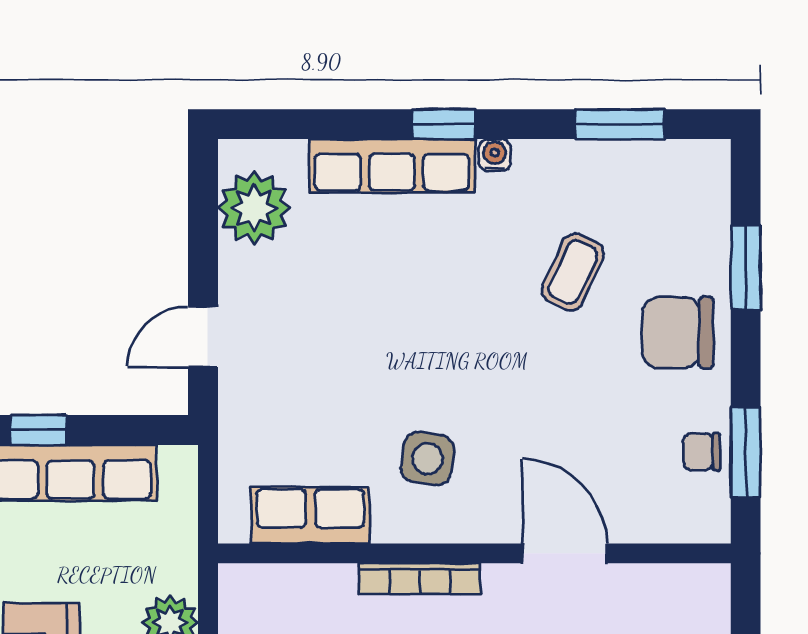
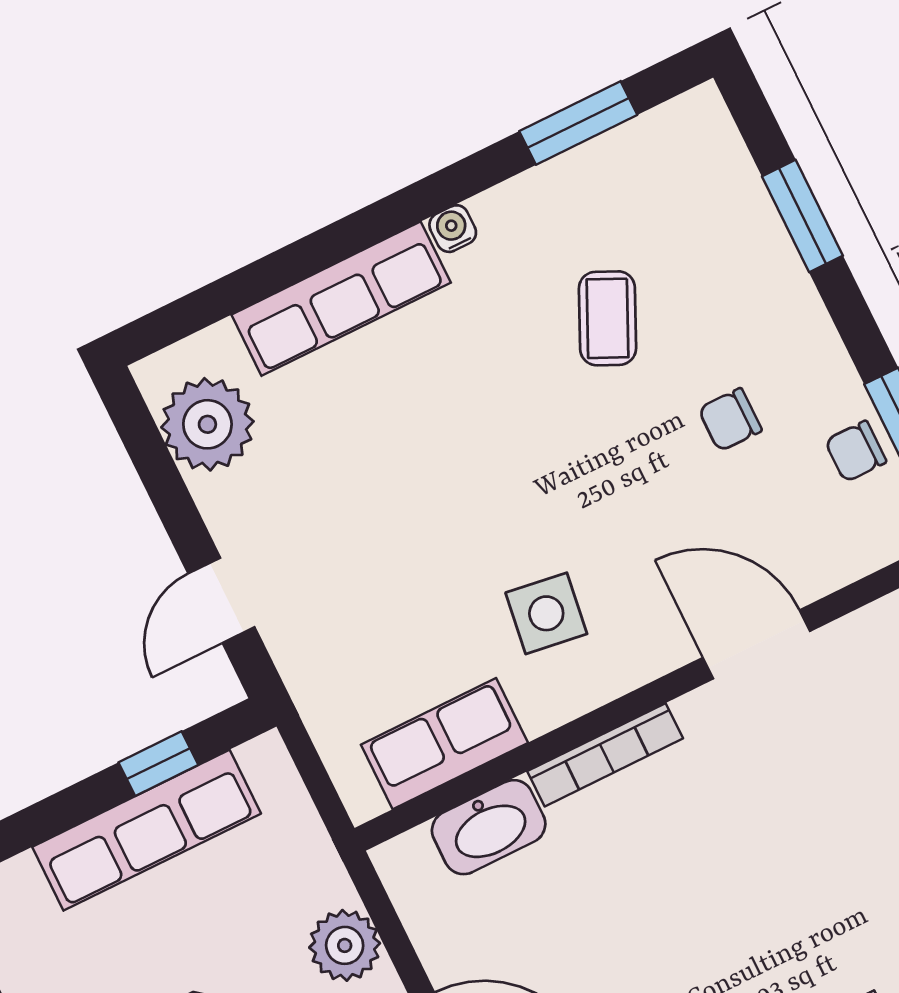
window: (444, 124) -> (377, 222), removed
chair: (678, 333) -> (730, 420), moved, width x0.54, depth x0.54
window: (38, 430) -> (158, 764), moved
washbasin: (313, 589) -> (489, 827), added

